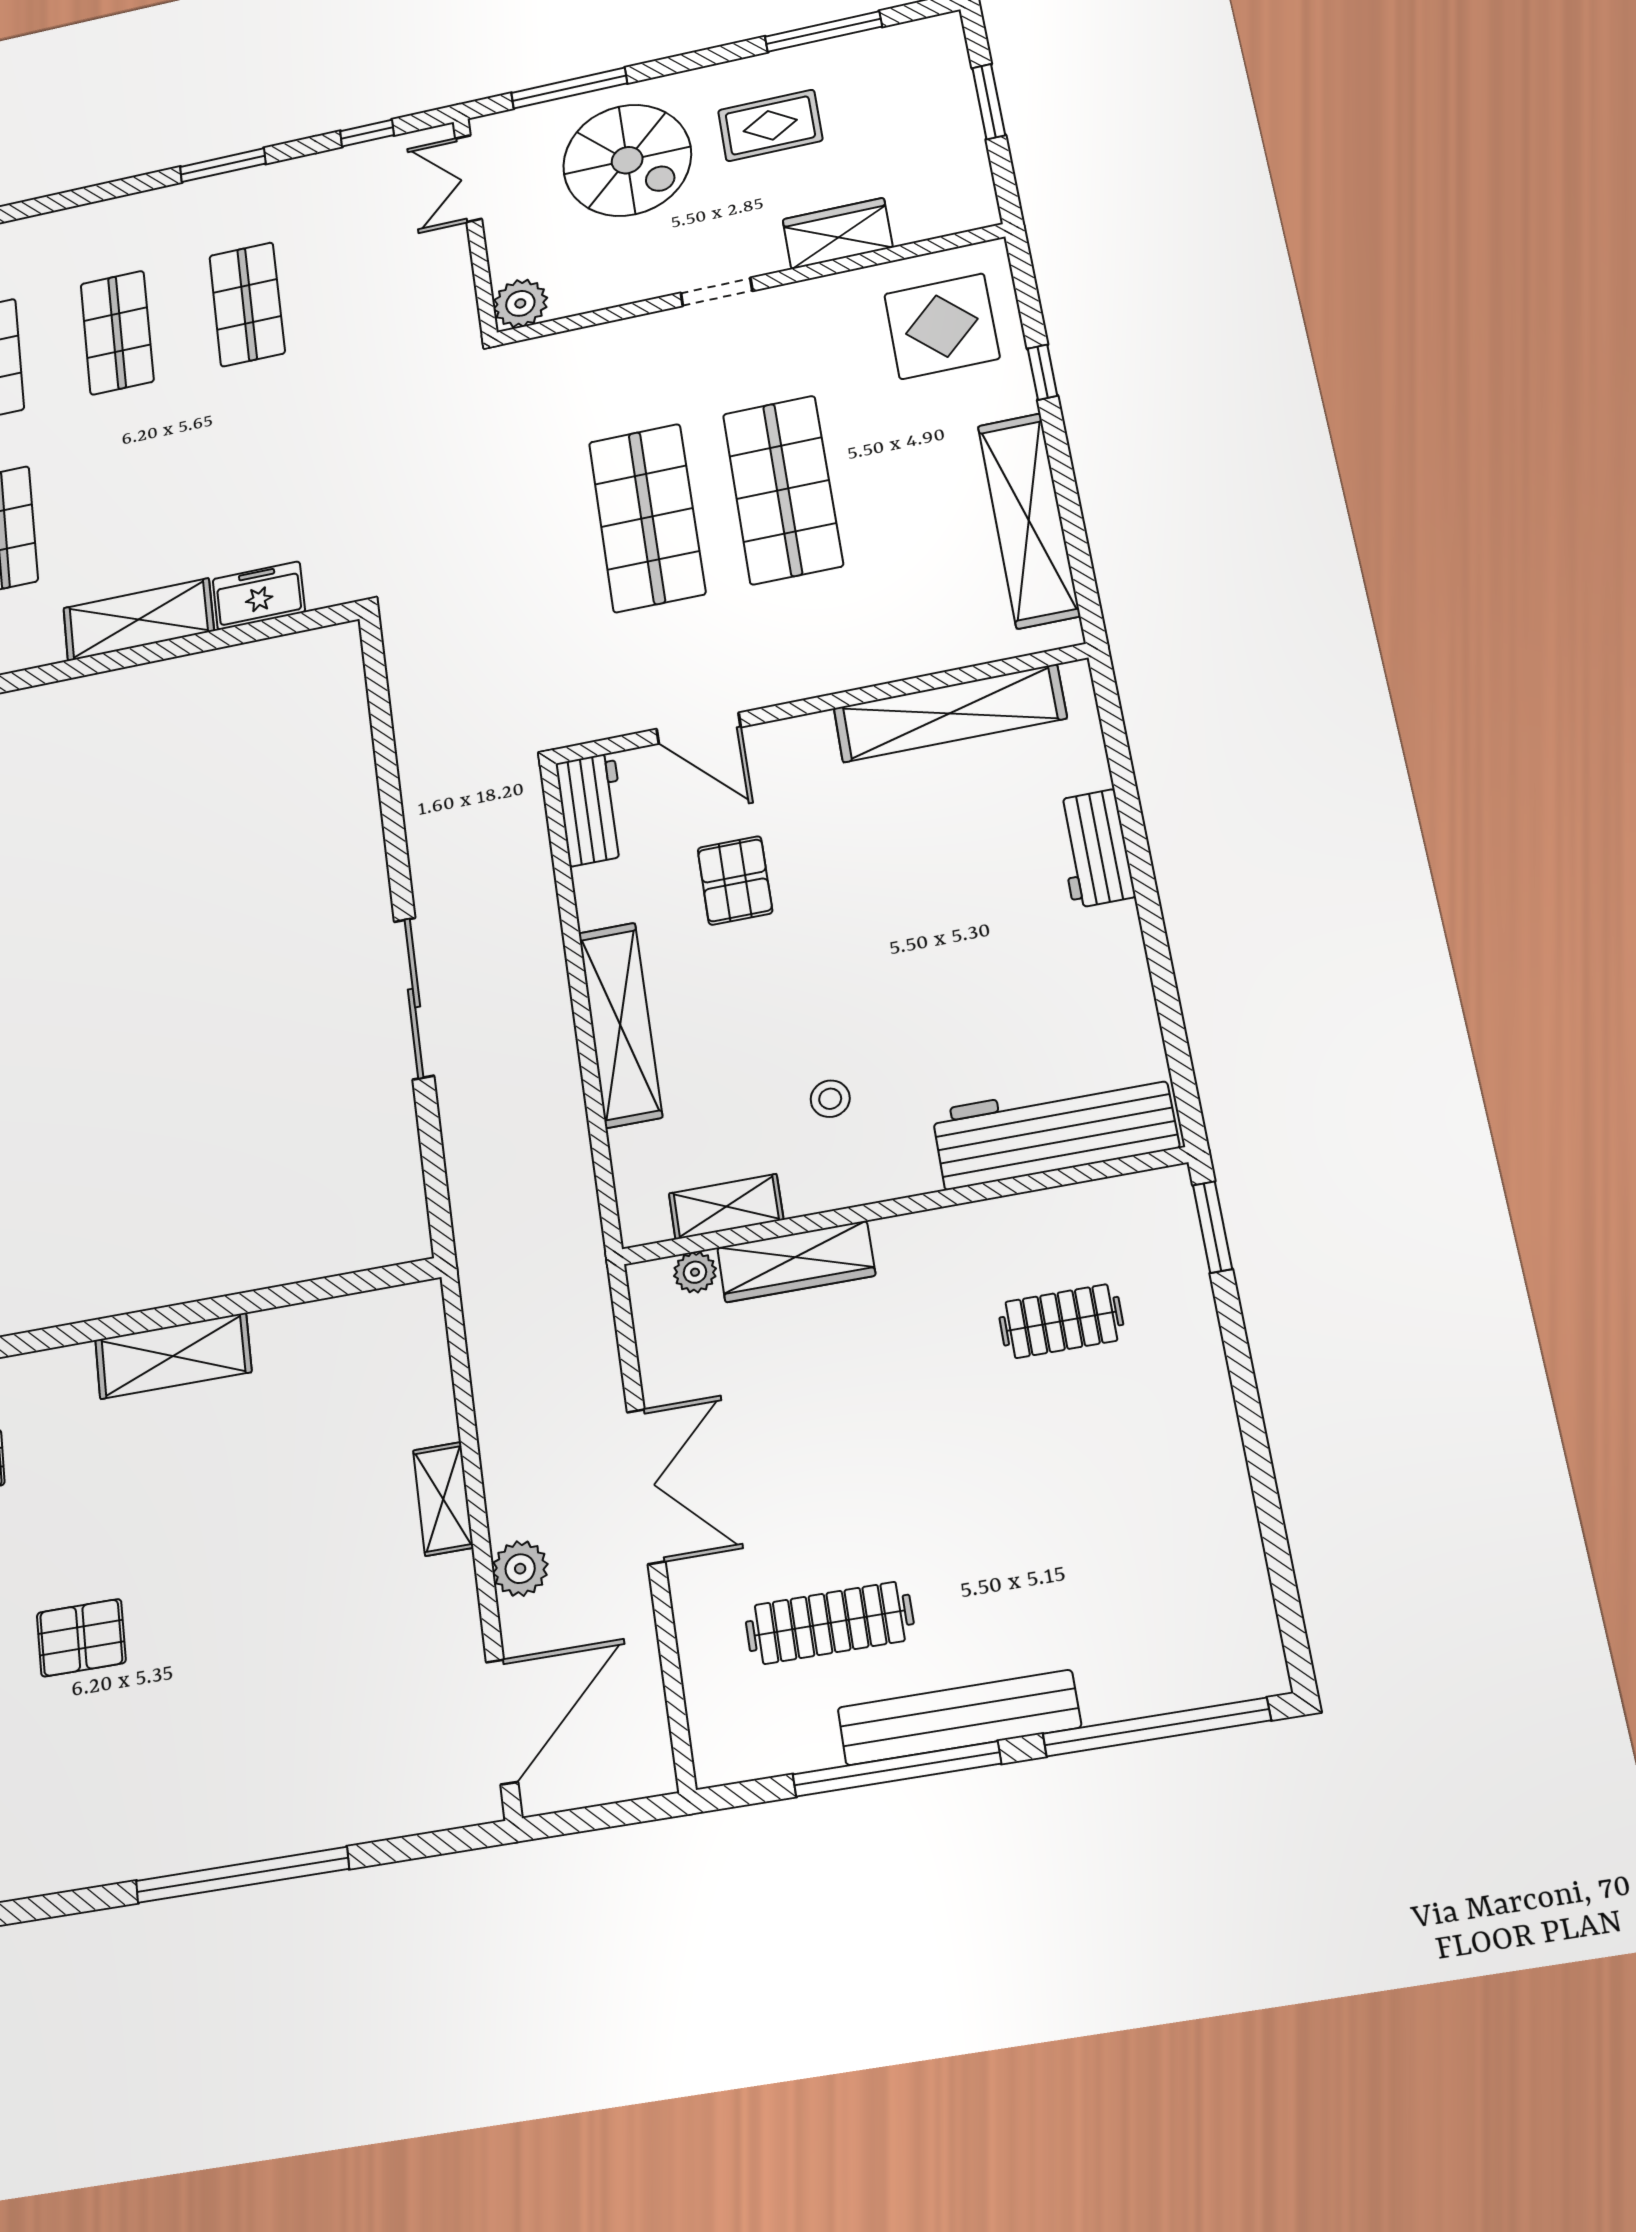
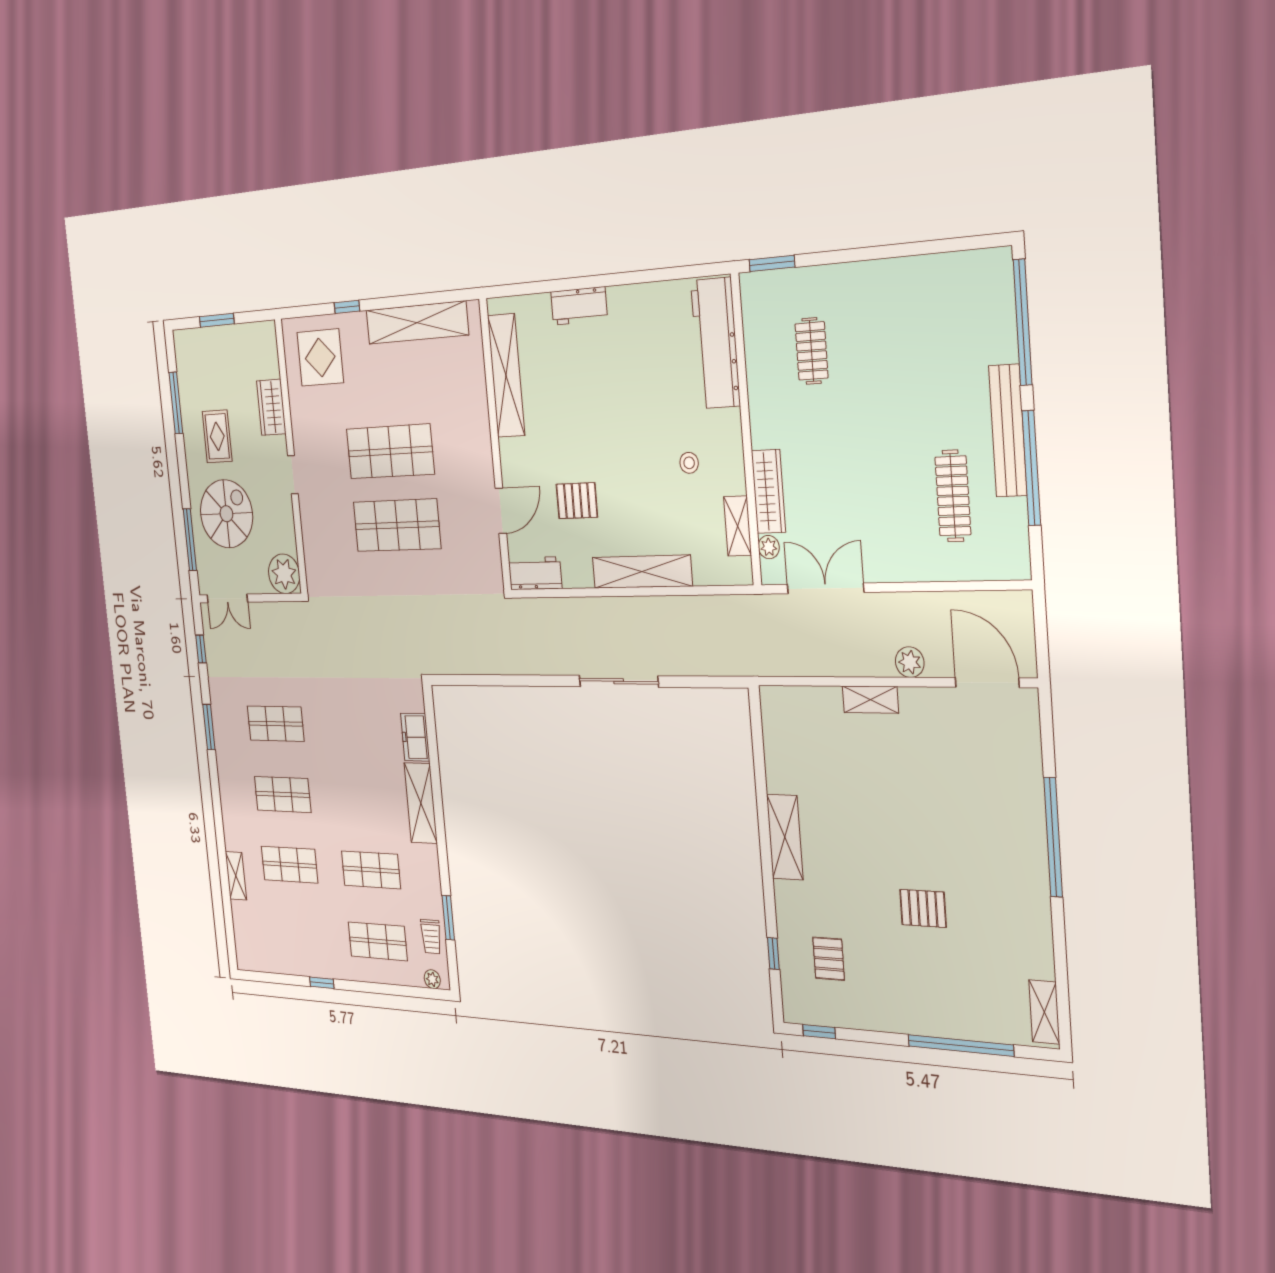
plant: (520, 303) -> (284, 574), width x1.36, depth x1.36
double door: (646, 1486) -> (825, 588), moved
pallet: (81, 1638) -> (923, 908), turned 90

